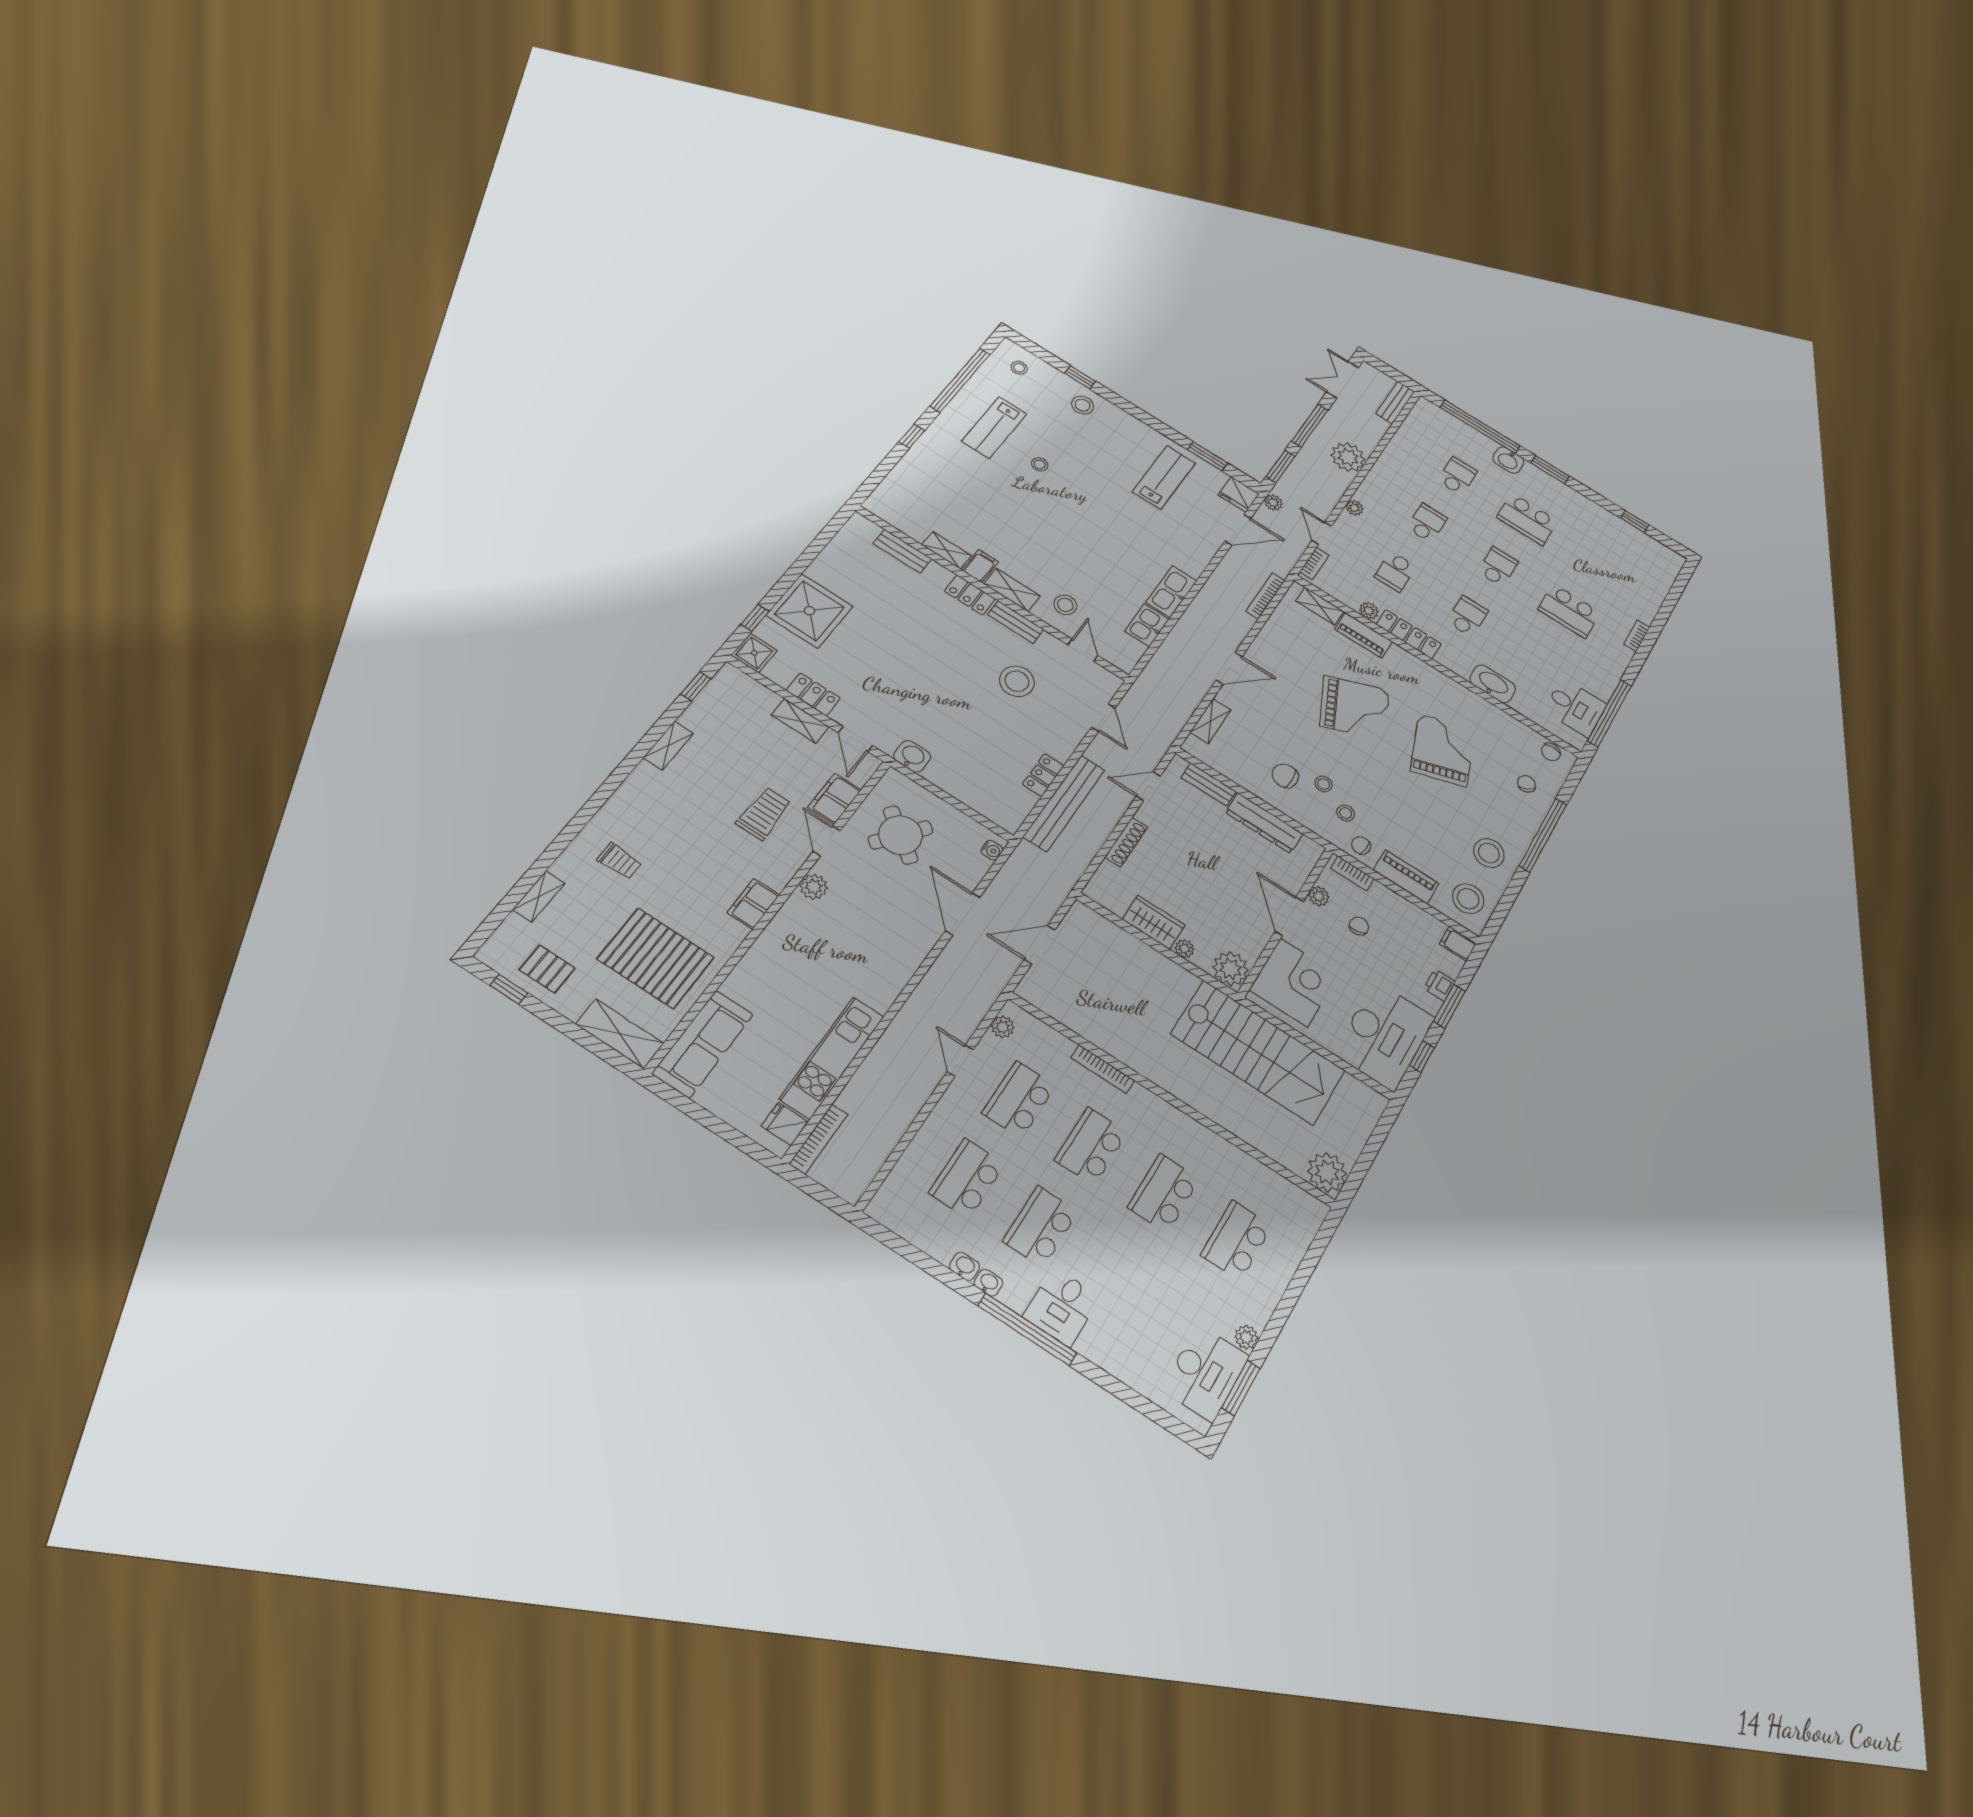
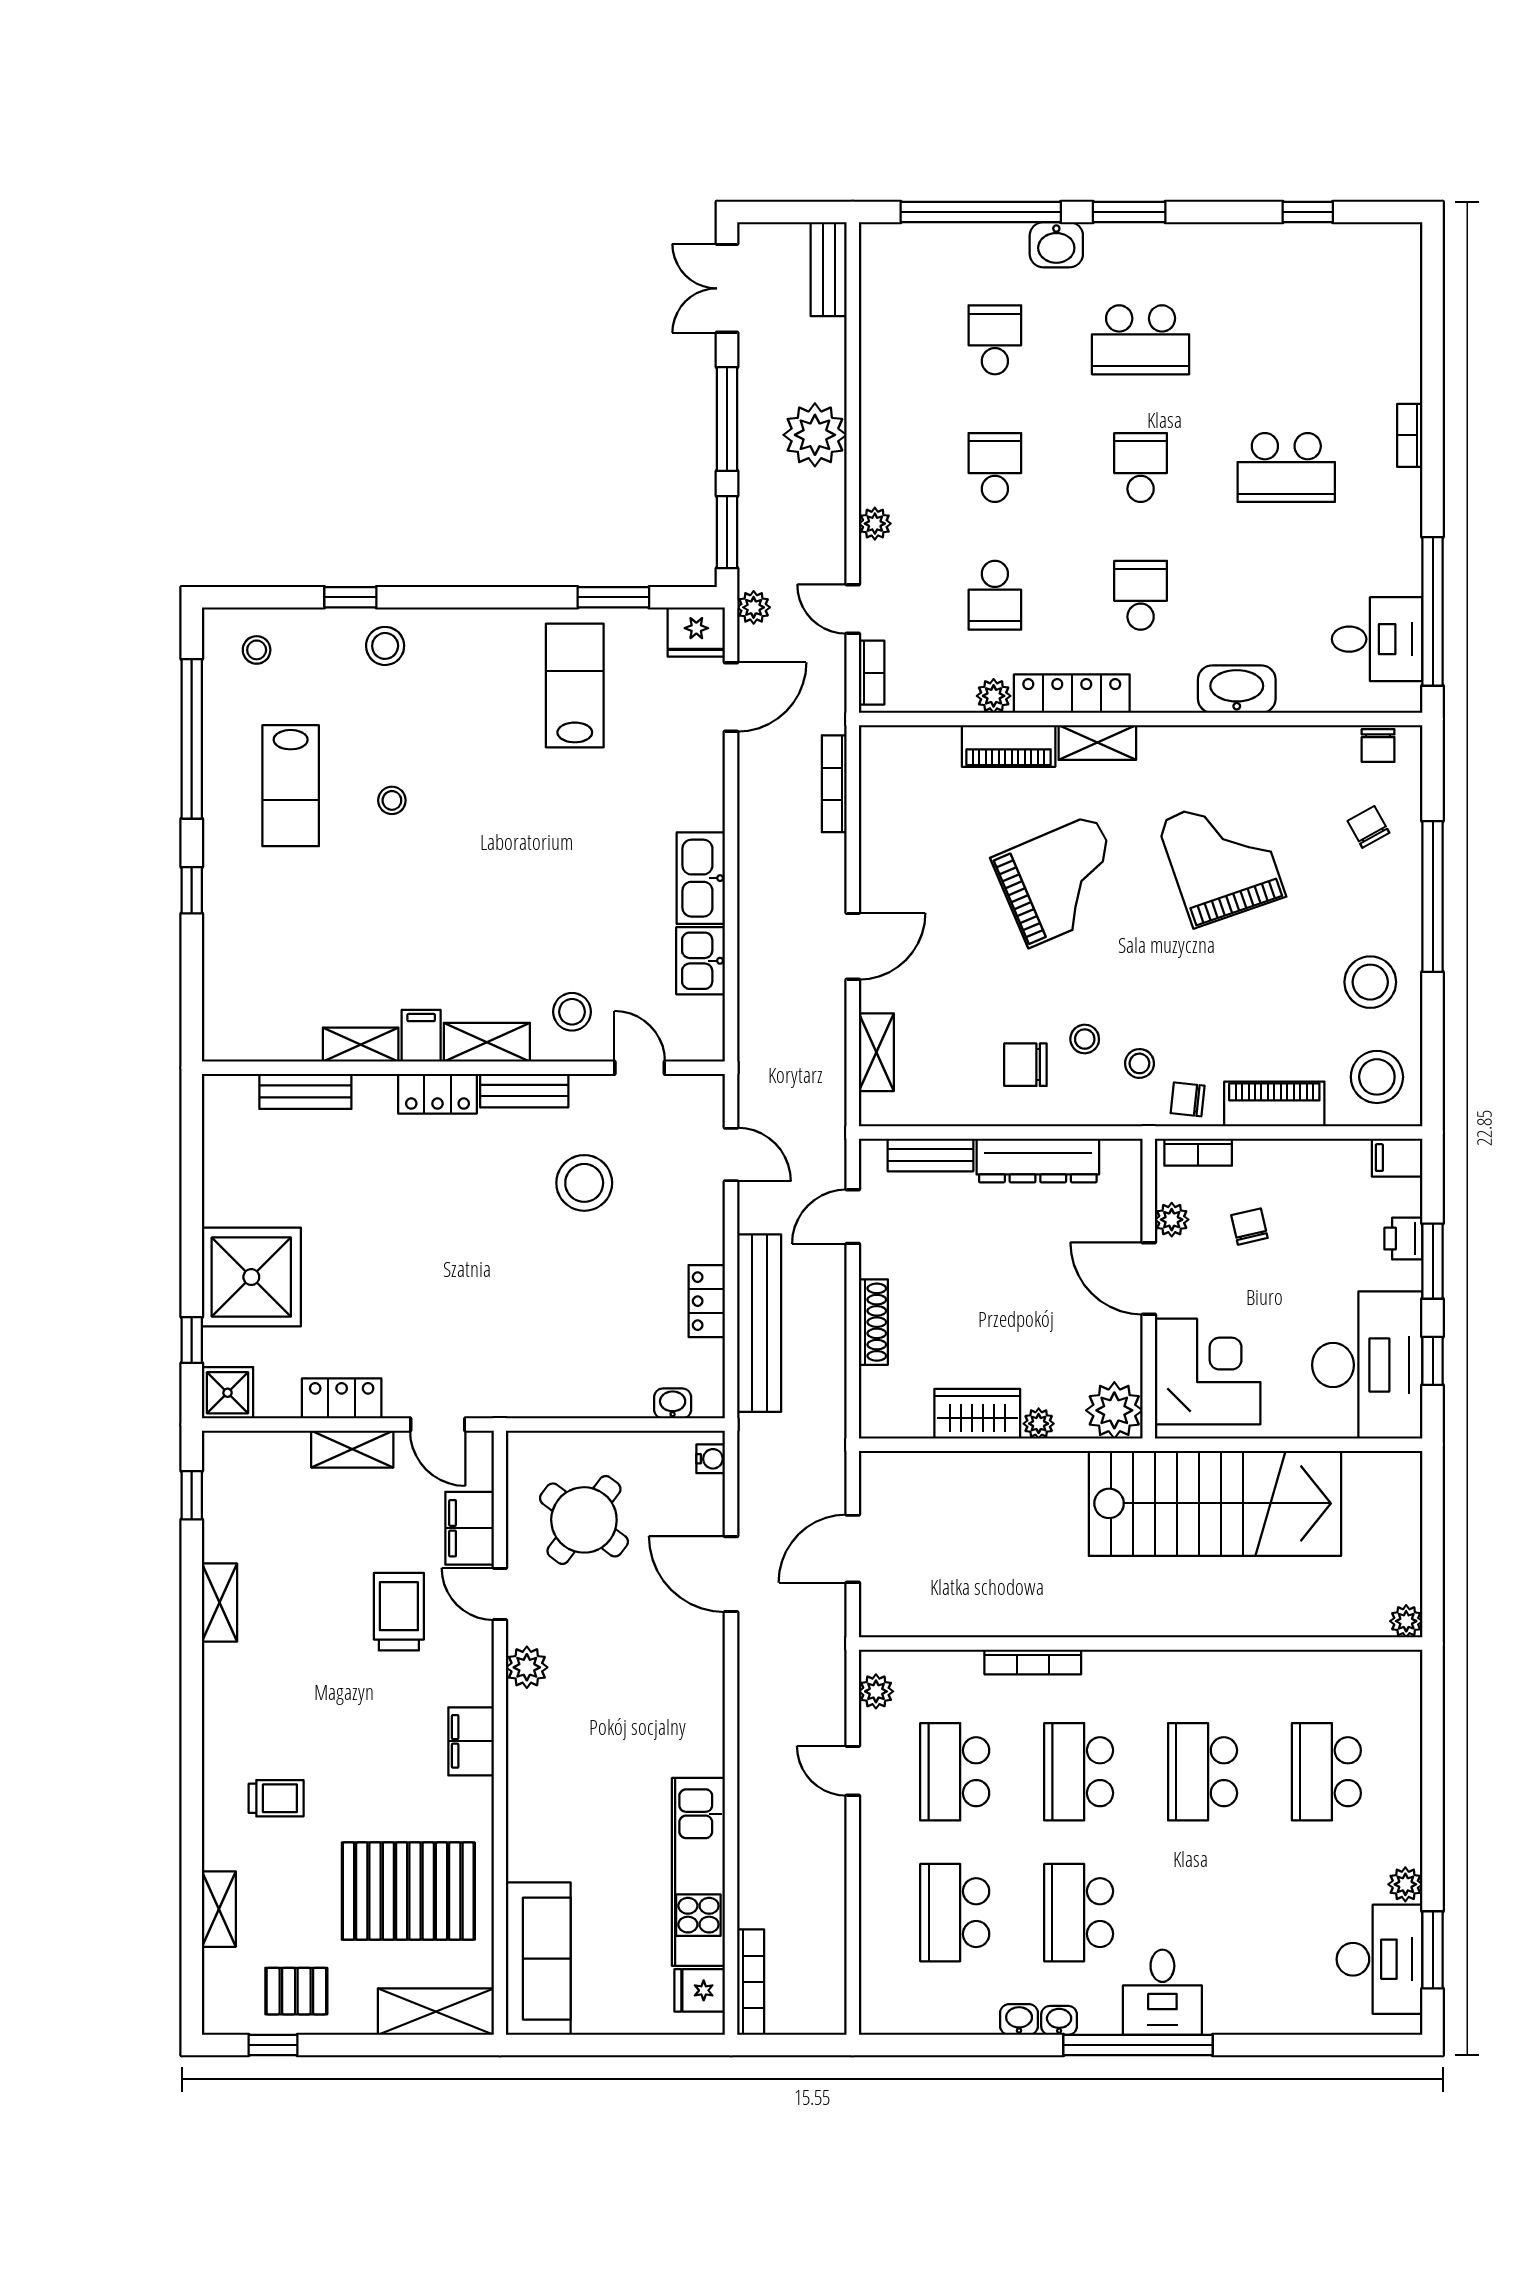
shelving: (1320, 606) -> (1097, 742), moved
washbasin: (912, 756) -> (673, 1403), moved, width x0.72, depth x0.69
plant: (1327, 1172) -> (1406, 1621), width x0.53, depth x0.53

